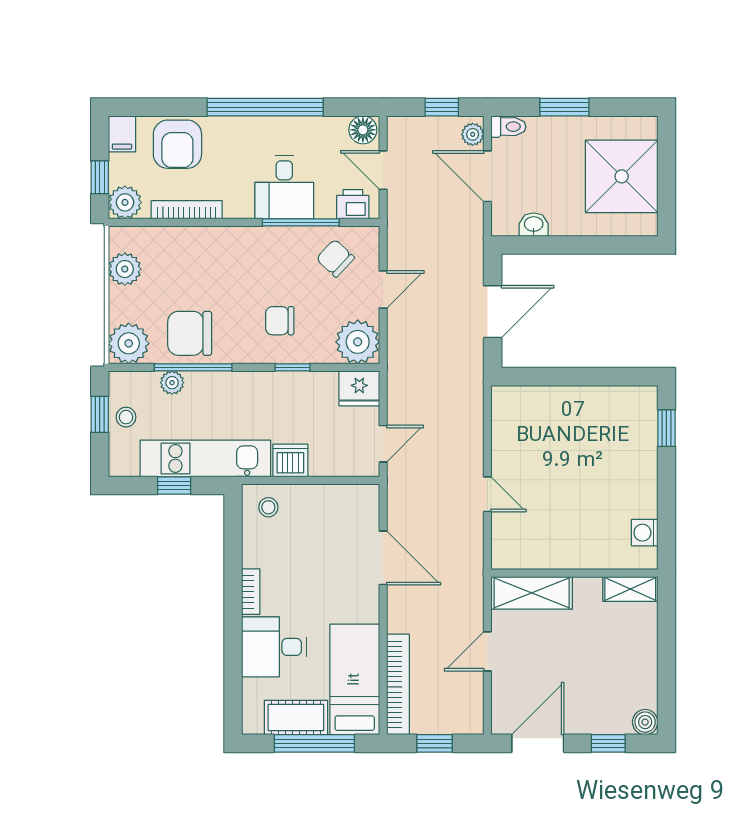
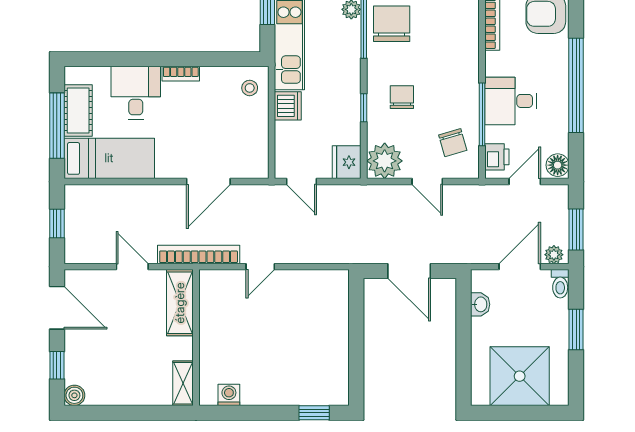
window: (442, 107) -> (576, 229), width x1.50
chair: (335, 258) -> (453, 143), turned 121
bookcase: (398, 684) -> (199, 255), moved, turned 180

